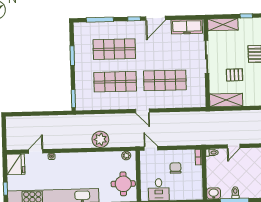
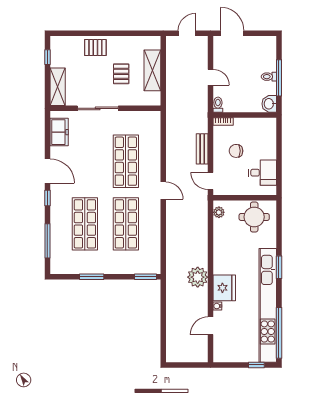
freezer: (187, 27) -> (59, 132), width x0.71
shelving: (226, 100) -> (152, 70), moved
door: (142, 111) -> (163, 191), hinge flipped
plant: (100, 139) -> (198, 277), moved
bench: (176, 141) -> (202, 149), added
door: (151, 148) -> (211, 181), hinge flipped
door: (36, 151) -> (211, 326), hinge flipped
fridge: (16, 164) -> (224, 288), moved, turned 90

